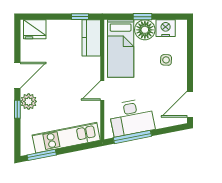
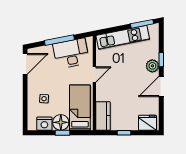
window: (80, 17) -> (124, 133), moved
window: (132, 137) -> (59, 40), moved

